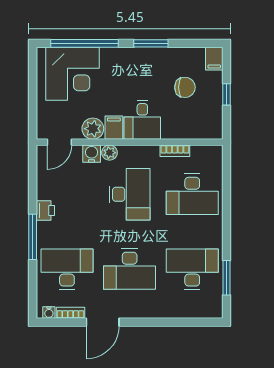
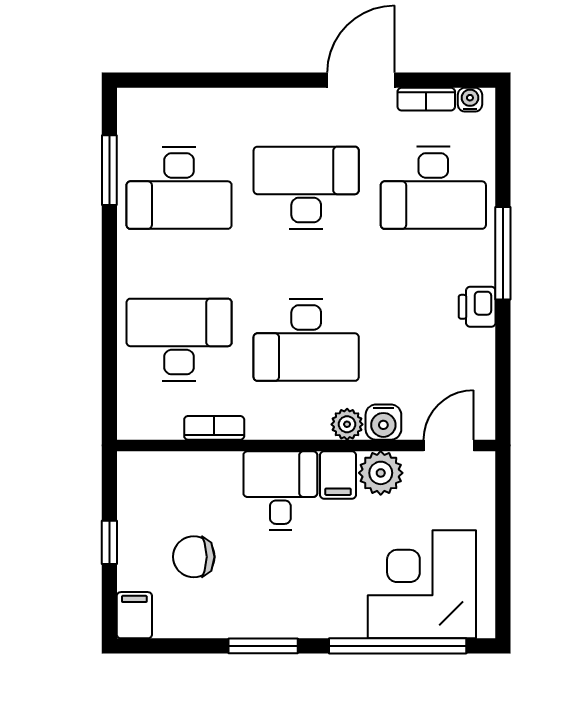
desk: (130, 194) -> (306, 340), turned -90

